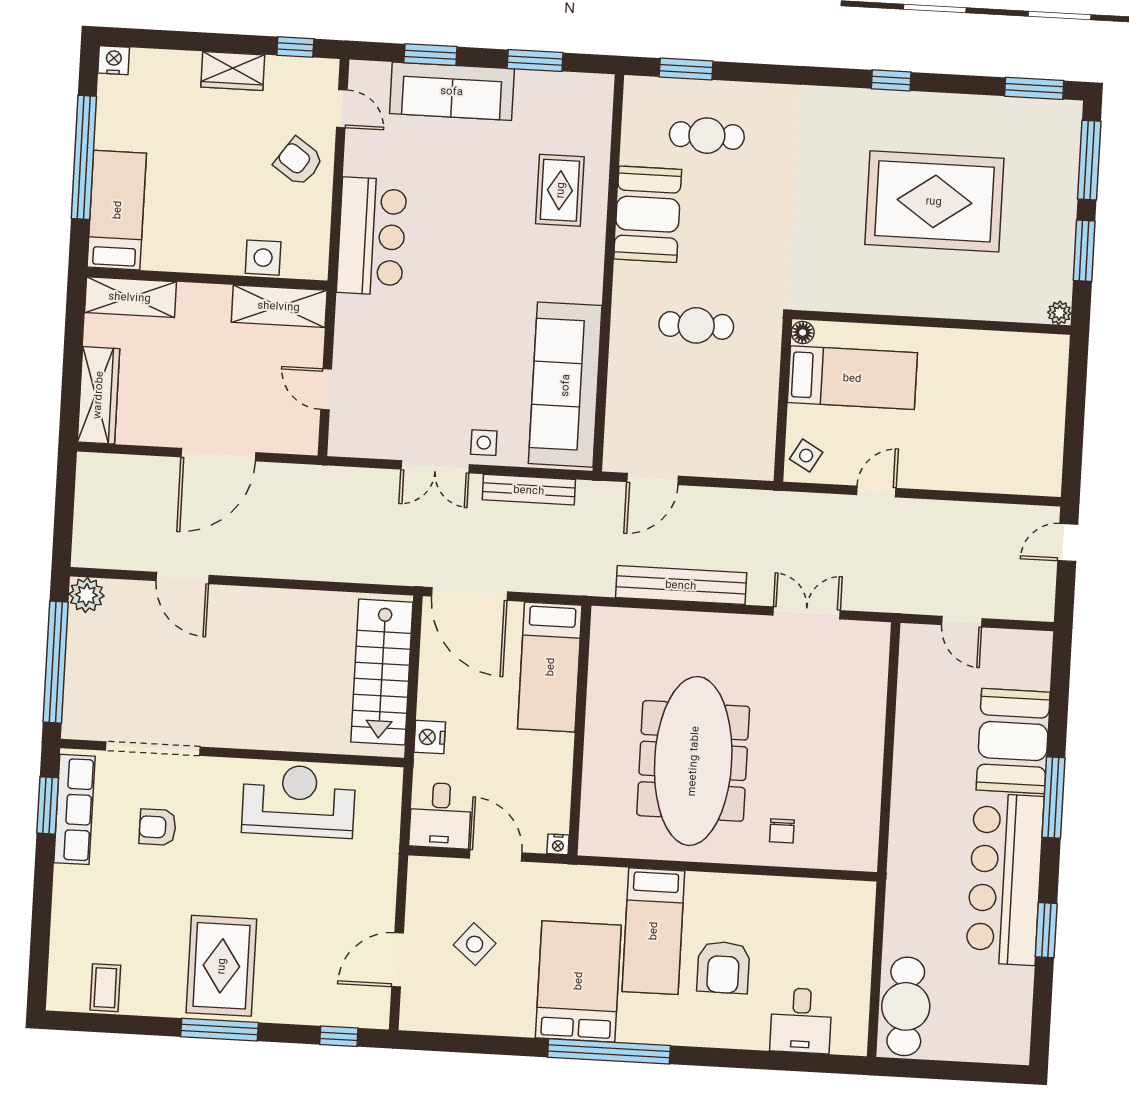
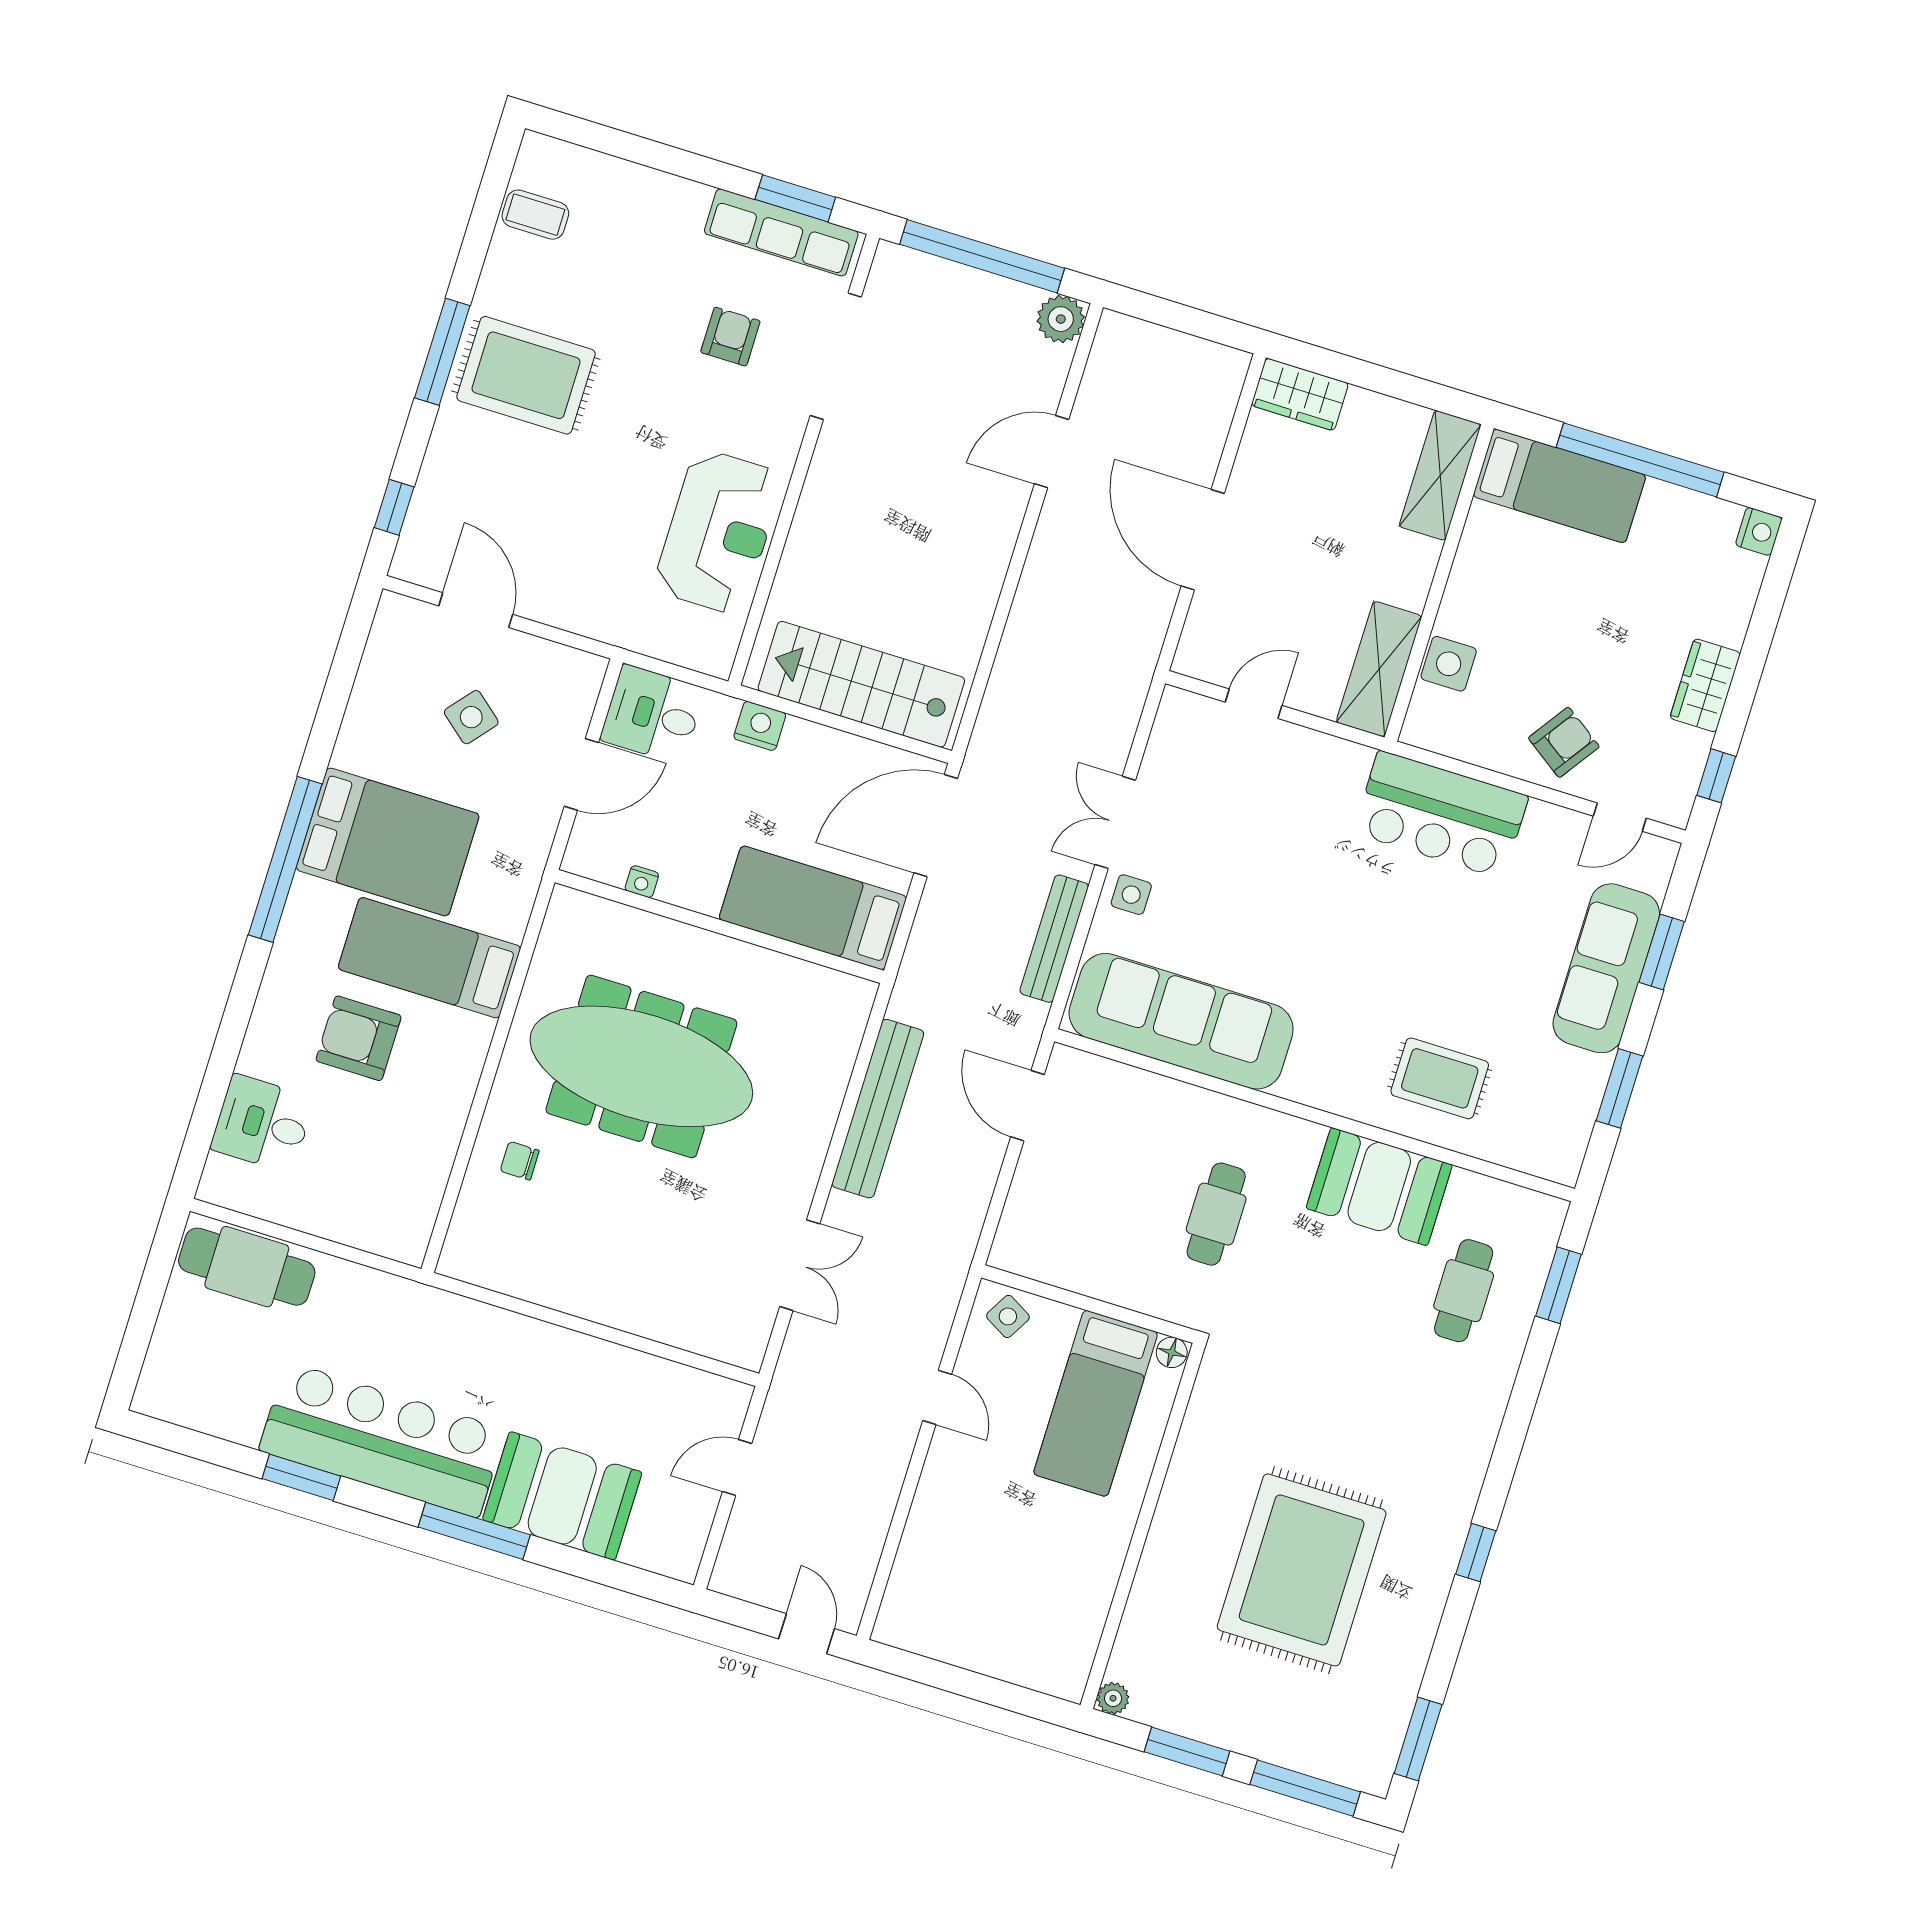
wardrobe: (98, 395) -> (1300, 394), width x0.67
nightstand: (558, 844) -> (642, 882), moved, turned -90

